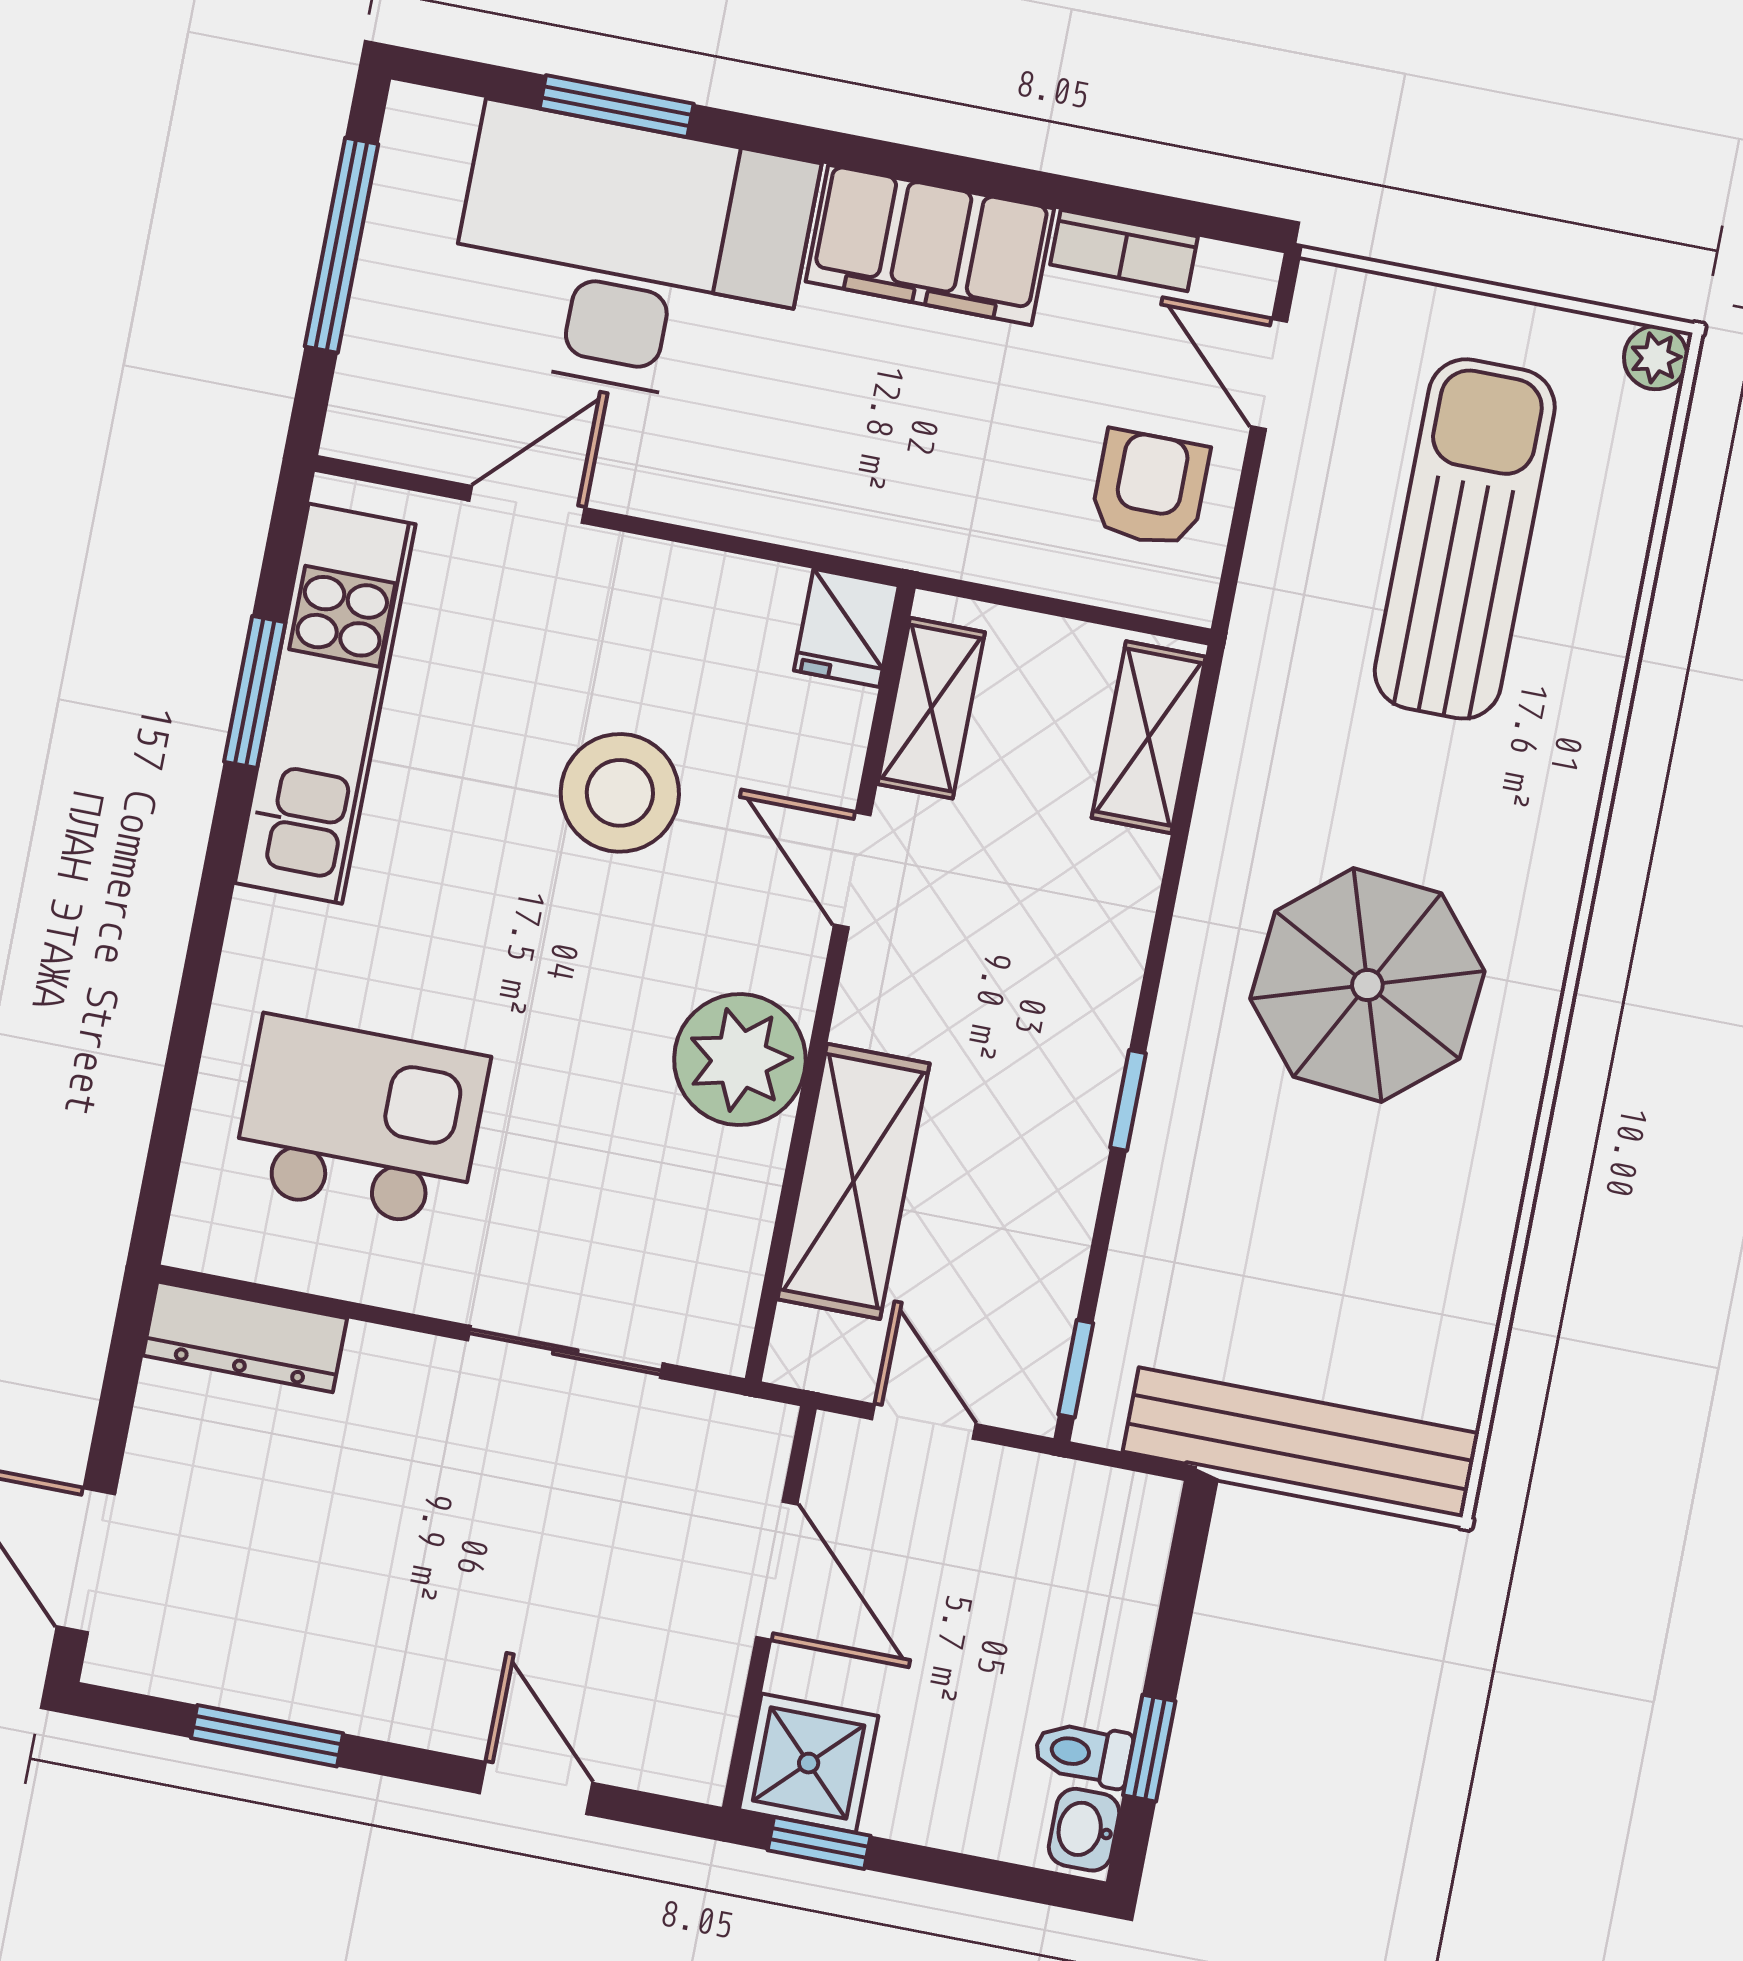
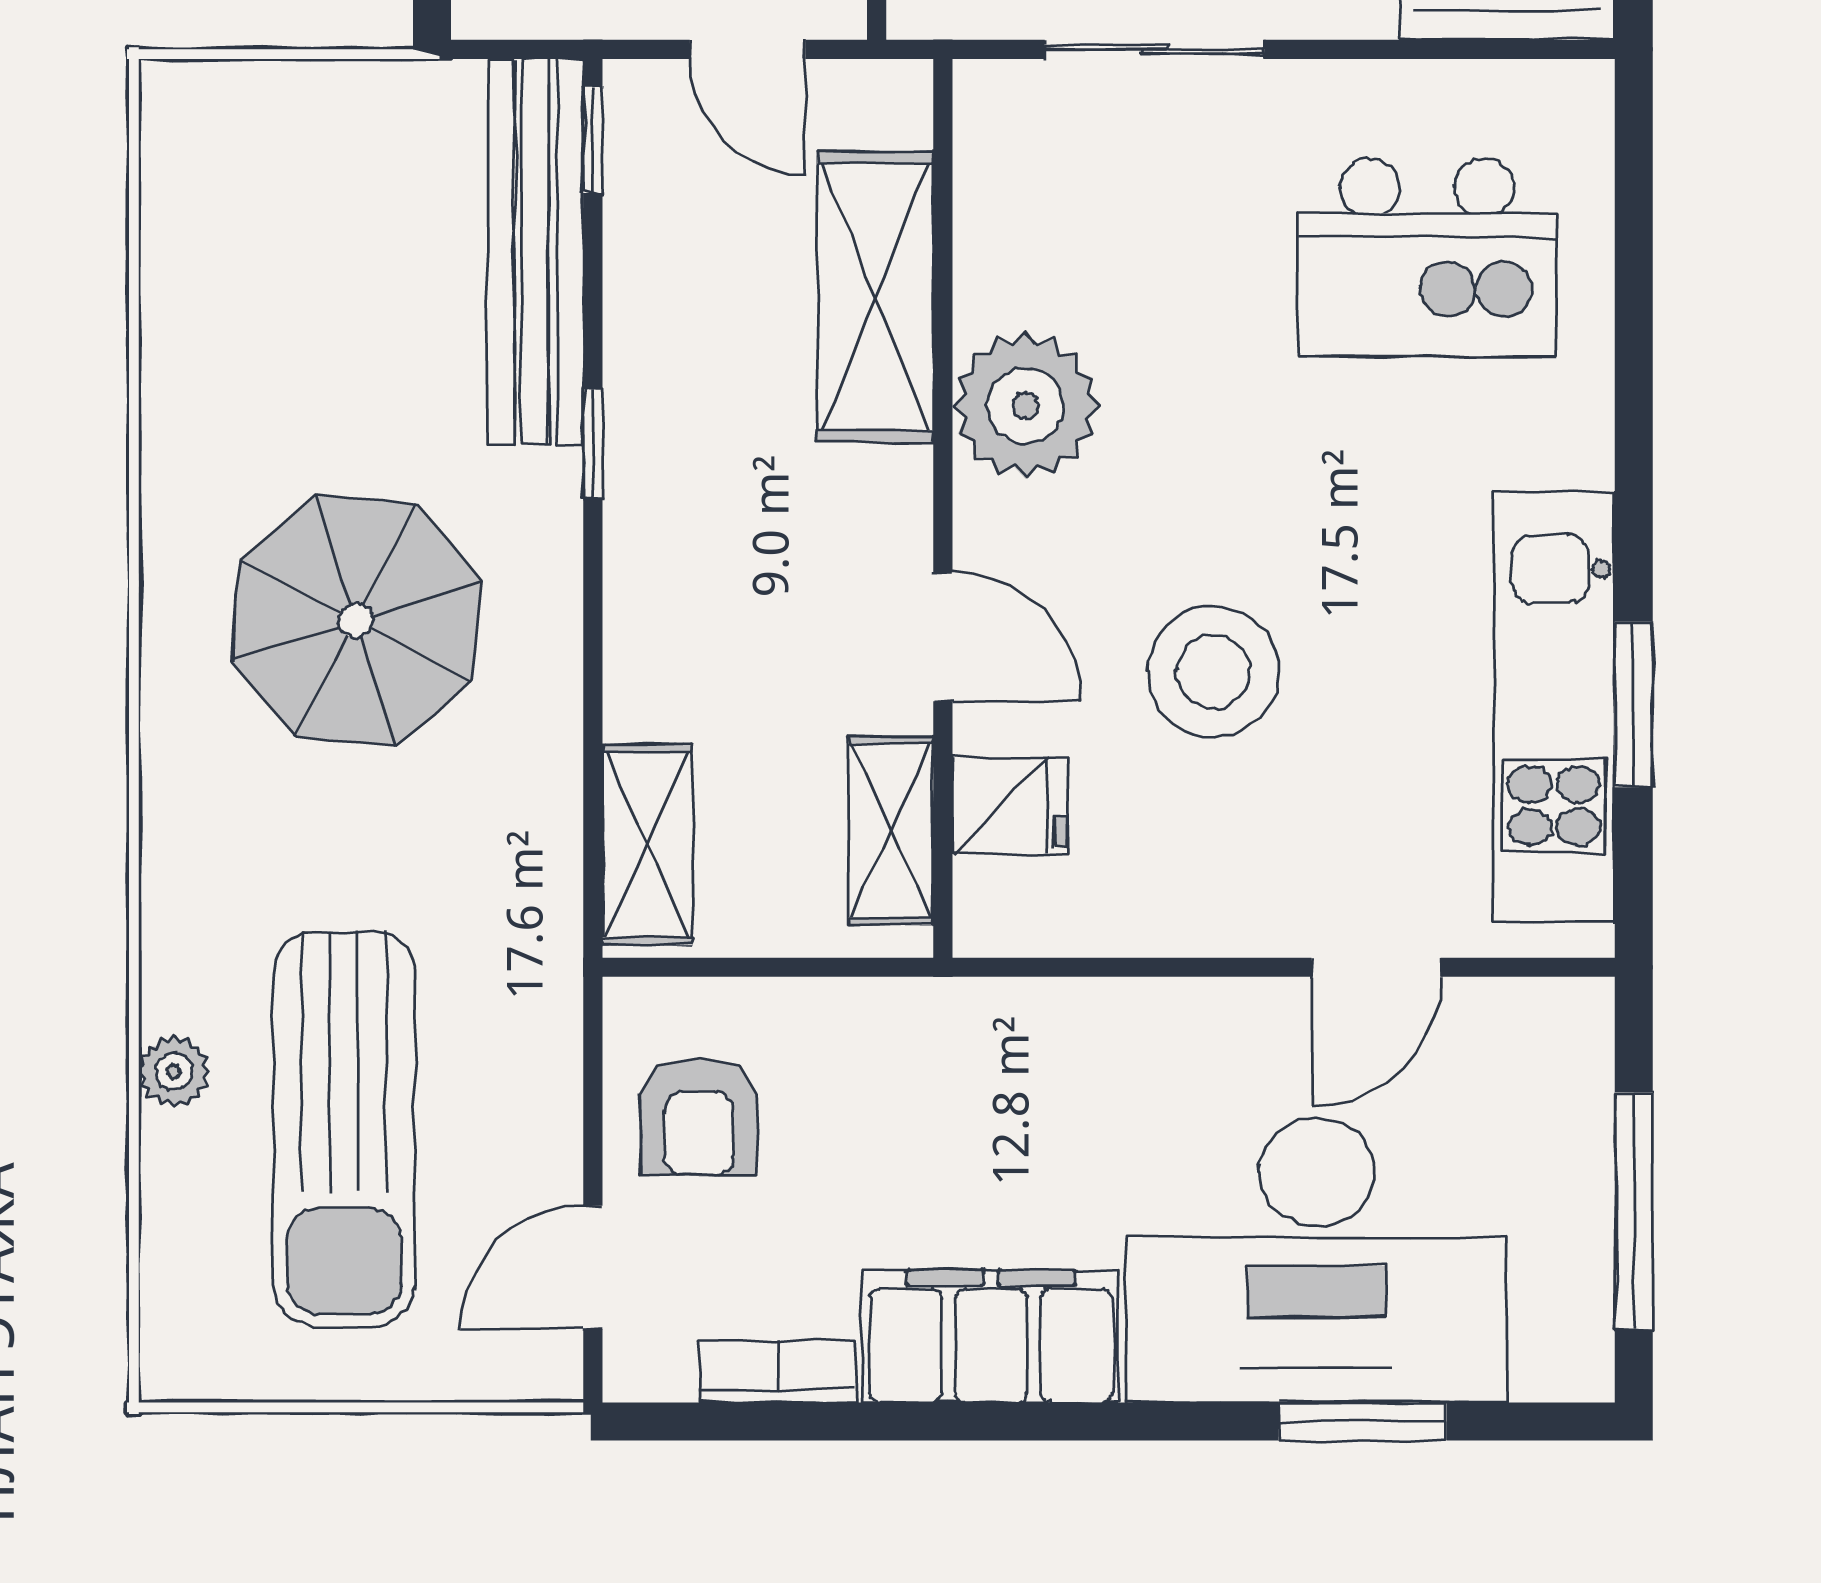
plant: (1656, 358) -> (174, 1071), moved
door: (1269, 374) -> (593, 1267), swing flipped
fridge: (846, 628) -> (1010, 806), moved, turned 90
bench: (1301, 1442) -> (535, 252), moved, turned 90

